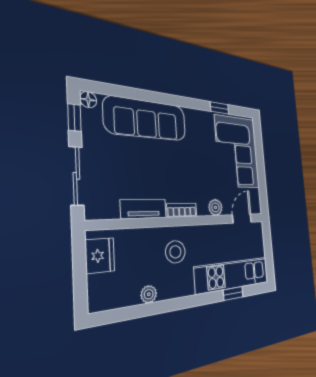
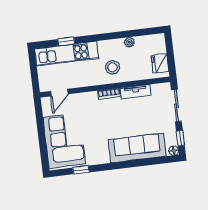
plant: (215, 207) -> (83, 98), removed

